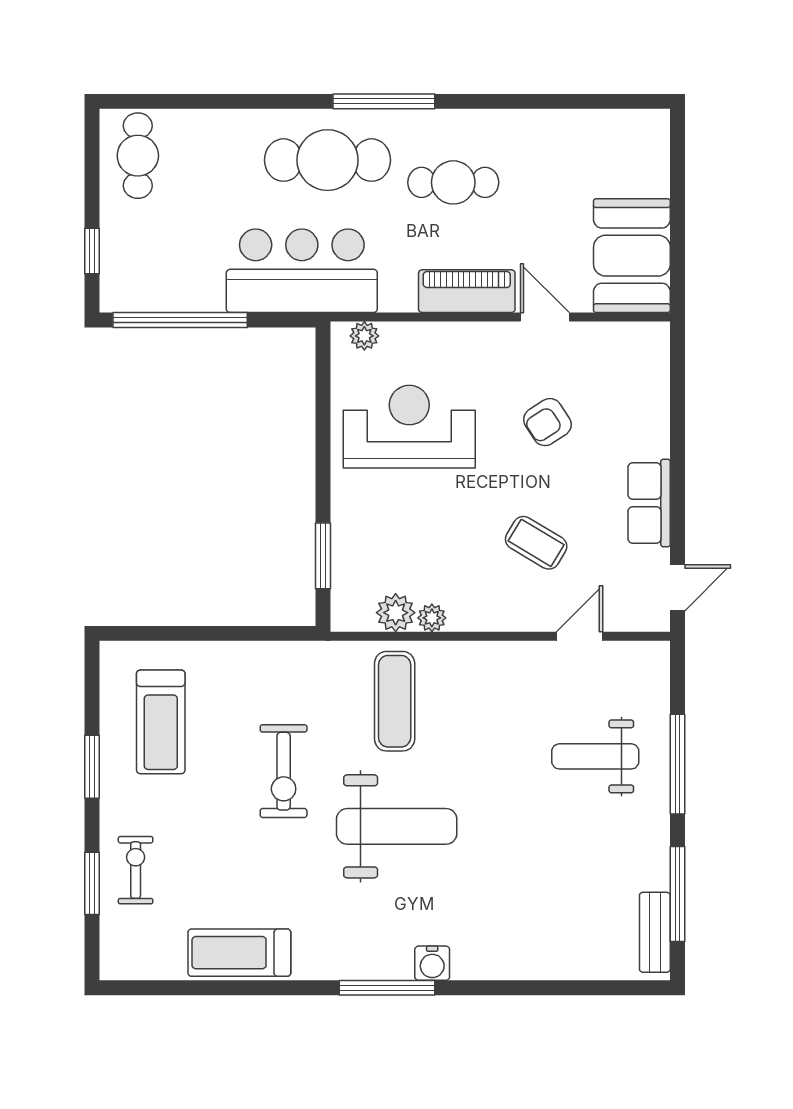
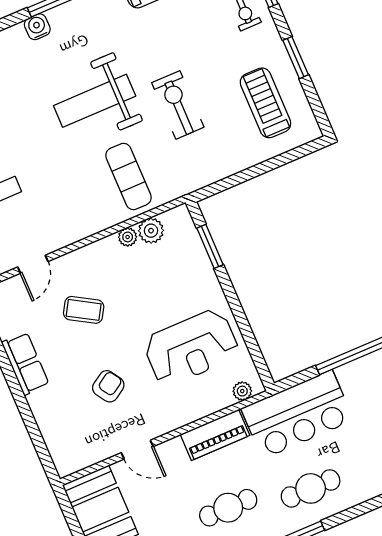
cafe table: (327, 160) -> (311, 488), width x0.73, depth x0.74
piano: (467, 291) -> (215, 435), moved

